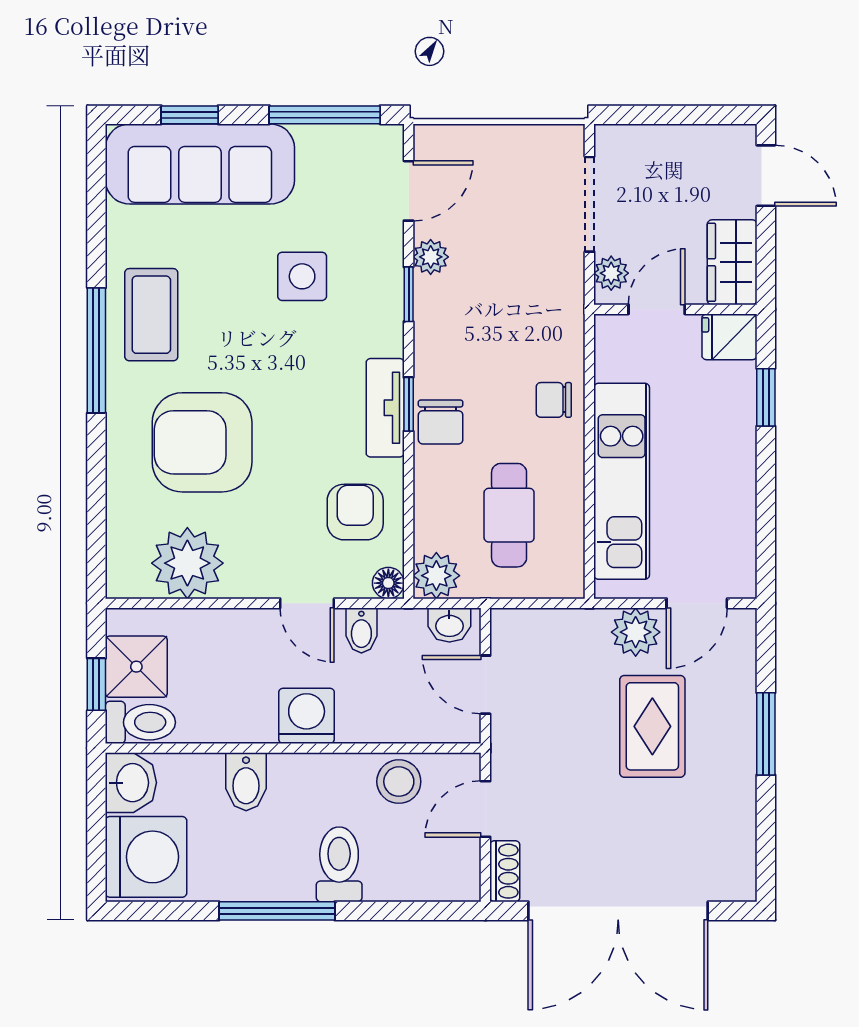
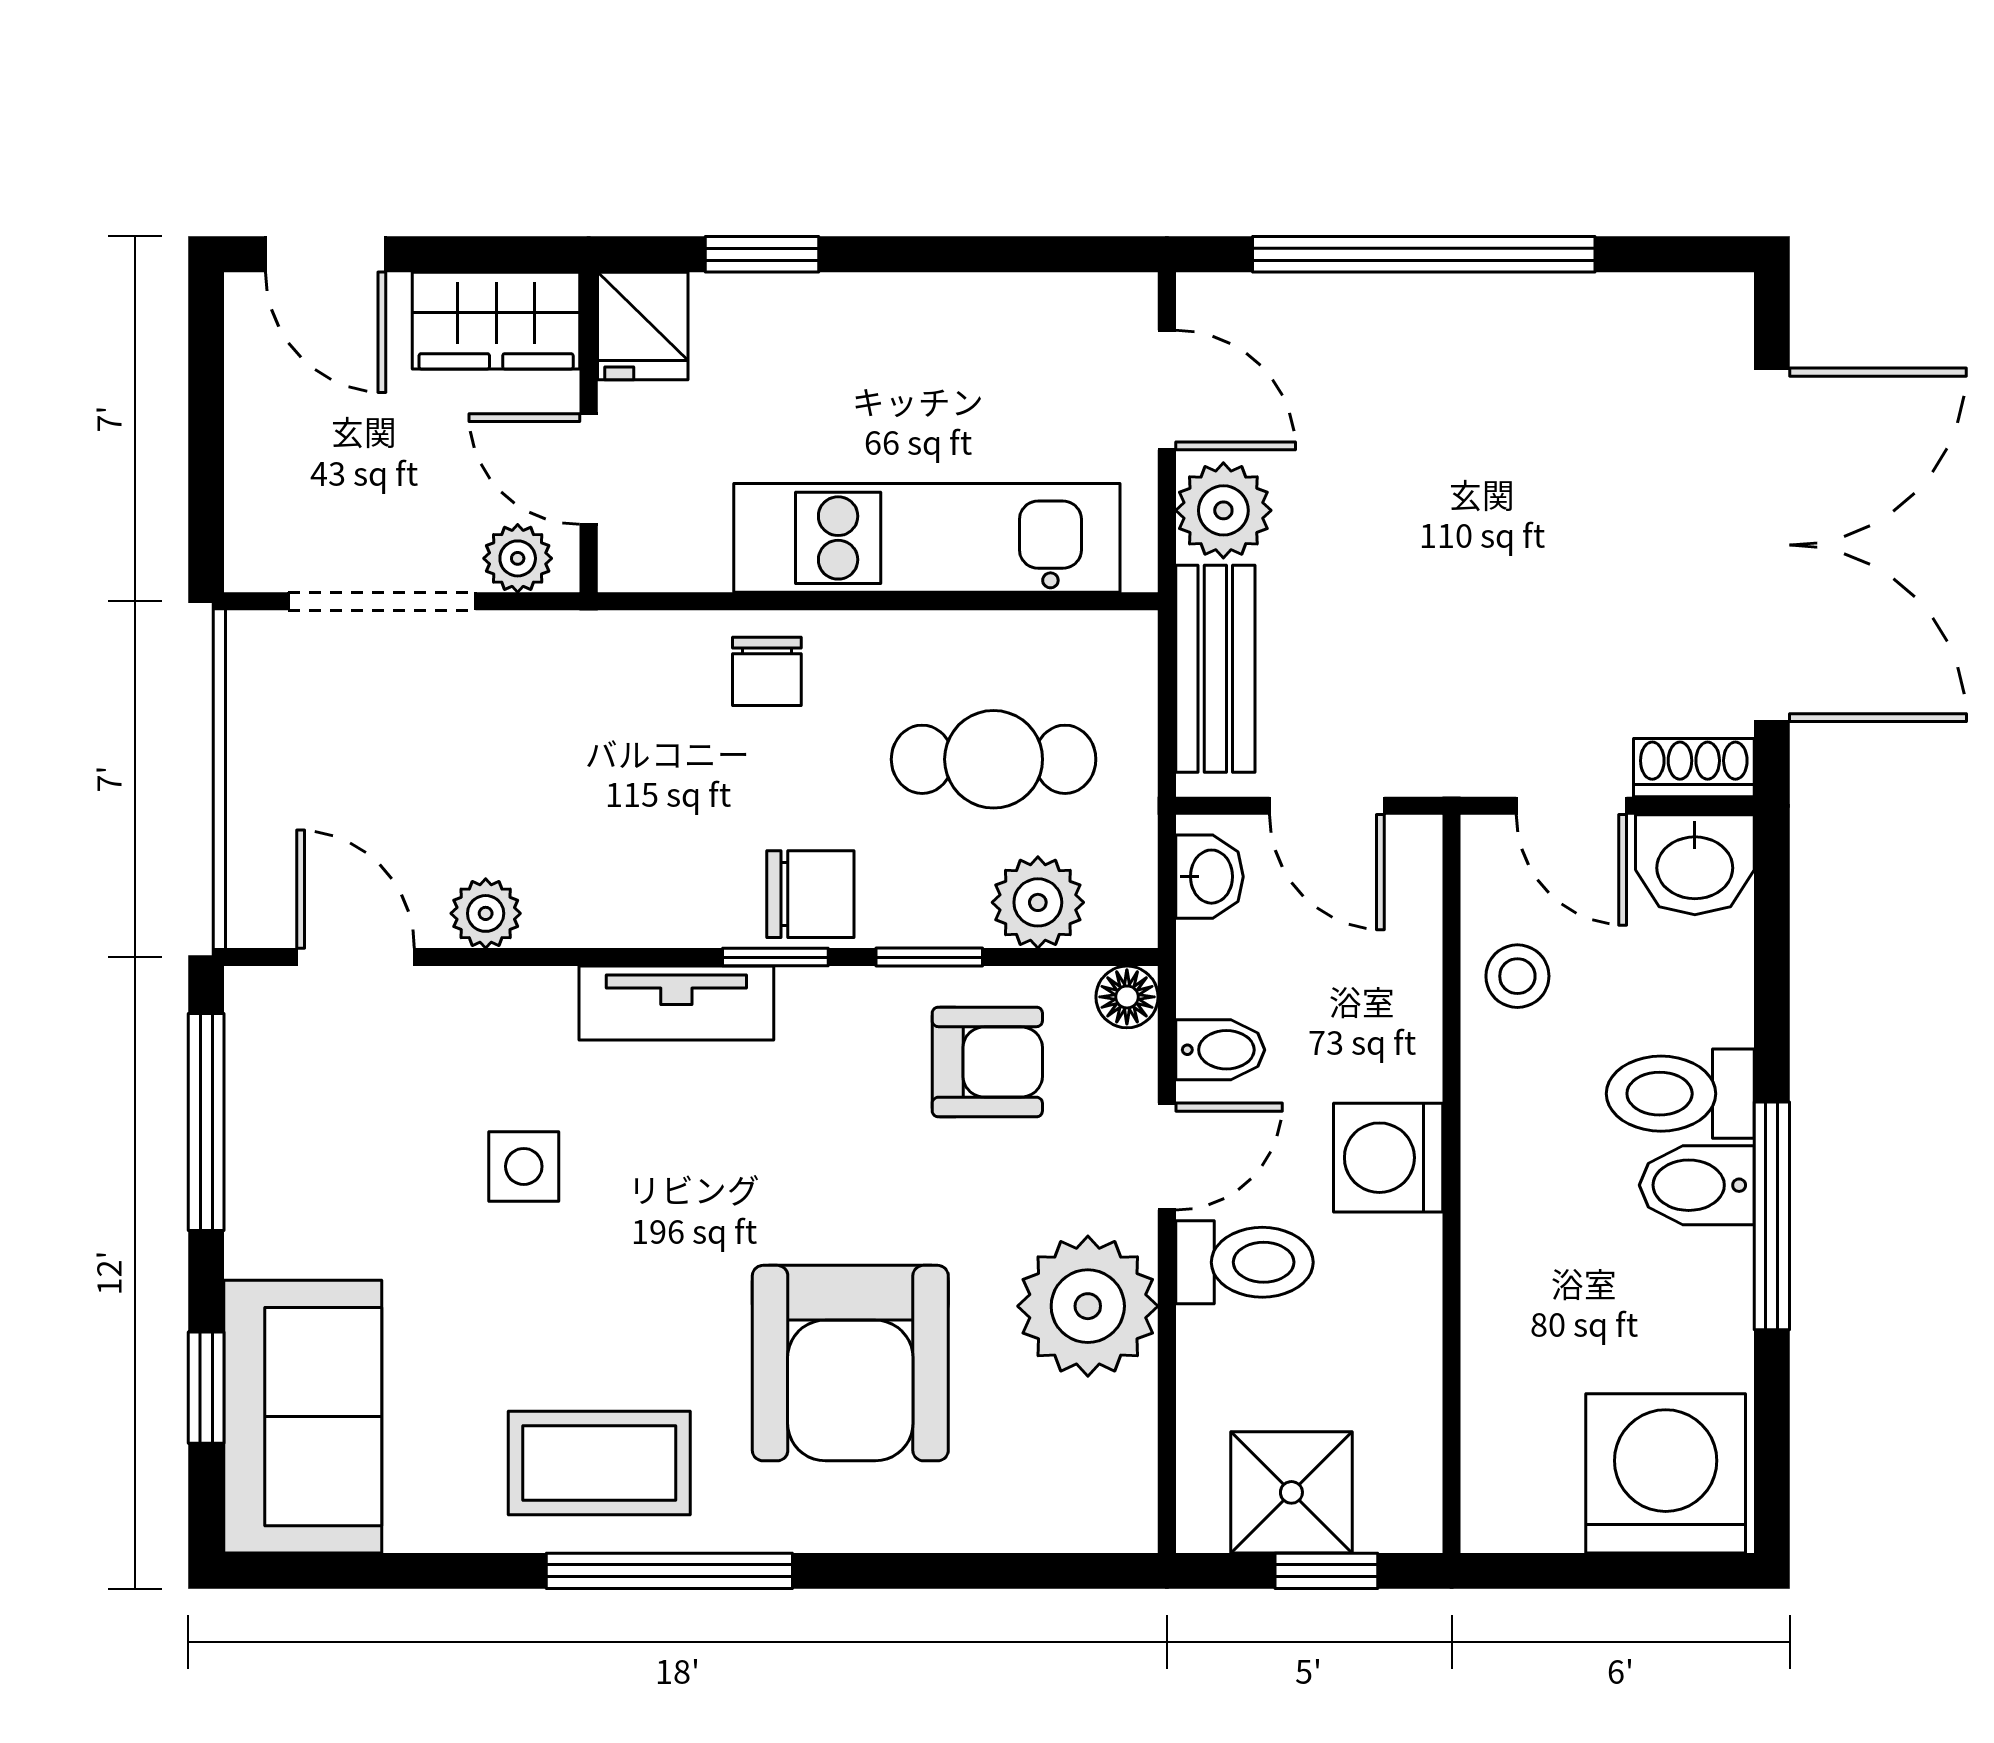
sofa: (200, 164) -> (303, 1417), width x0.73
door: (766, 176) -> (326, 254), swing flipped
side table: (302, 276) -> (524, 1166), width x0.73, depth x0.73
window: (409, 294) -> (929, 957), moved
tv unit: (385, 408) -> (676, 1003), moved
armchair: (355, 512) -> (987, 1062), turned 180
plant: (187, 563) -> (1088, 1306), moved
plant: (436, 576) -> (1038, 902), moved
bench: (555, 628) -> (1215, 669), added
door: (485, 685) -> (1327, 806), hinge flipped
toilet: (140, 722) -> (1244, 1262), moved, turned 90
rug: (652, 726) -> (1409, 477), removed
window: (766, 734) -> (1424, 254), width x2.11
bidet: (246, 782) -> (1697, 1185), moved, turned 180
stool: (399, 782) -> (1517, 976), width x0.73, depth x0.73
washbasin: (131, 783) -> (1695, 865), moved, turned 180

